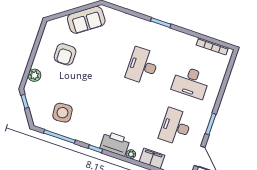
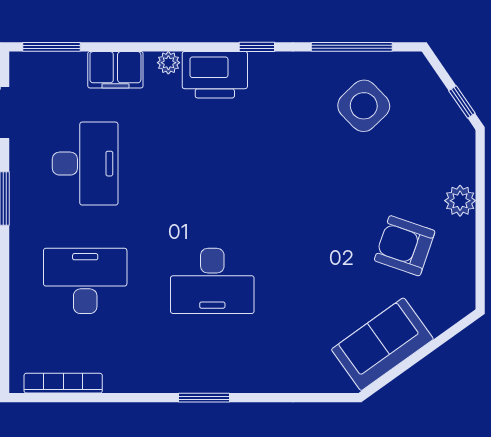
armchair: (65, 54) -> (405, 246), turned -71
desk: (143, 66) -> (212, 281), turned 90
plant: (34, 75) -> (460, 201), moved
side table: (62, 113) -> (364, 106), turned -38

